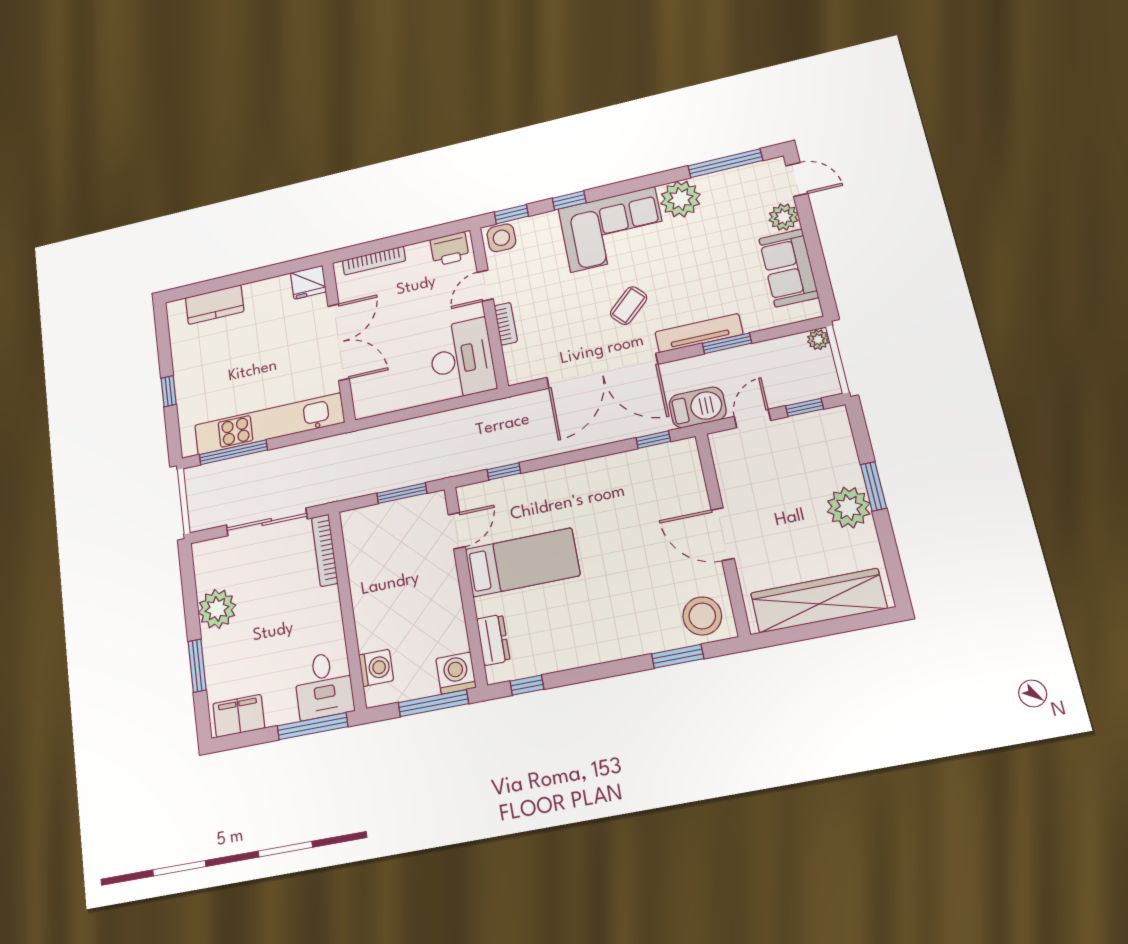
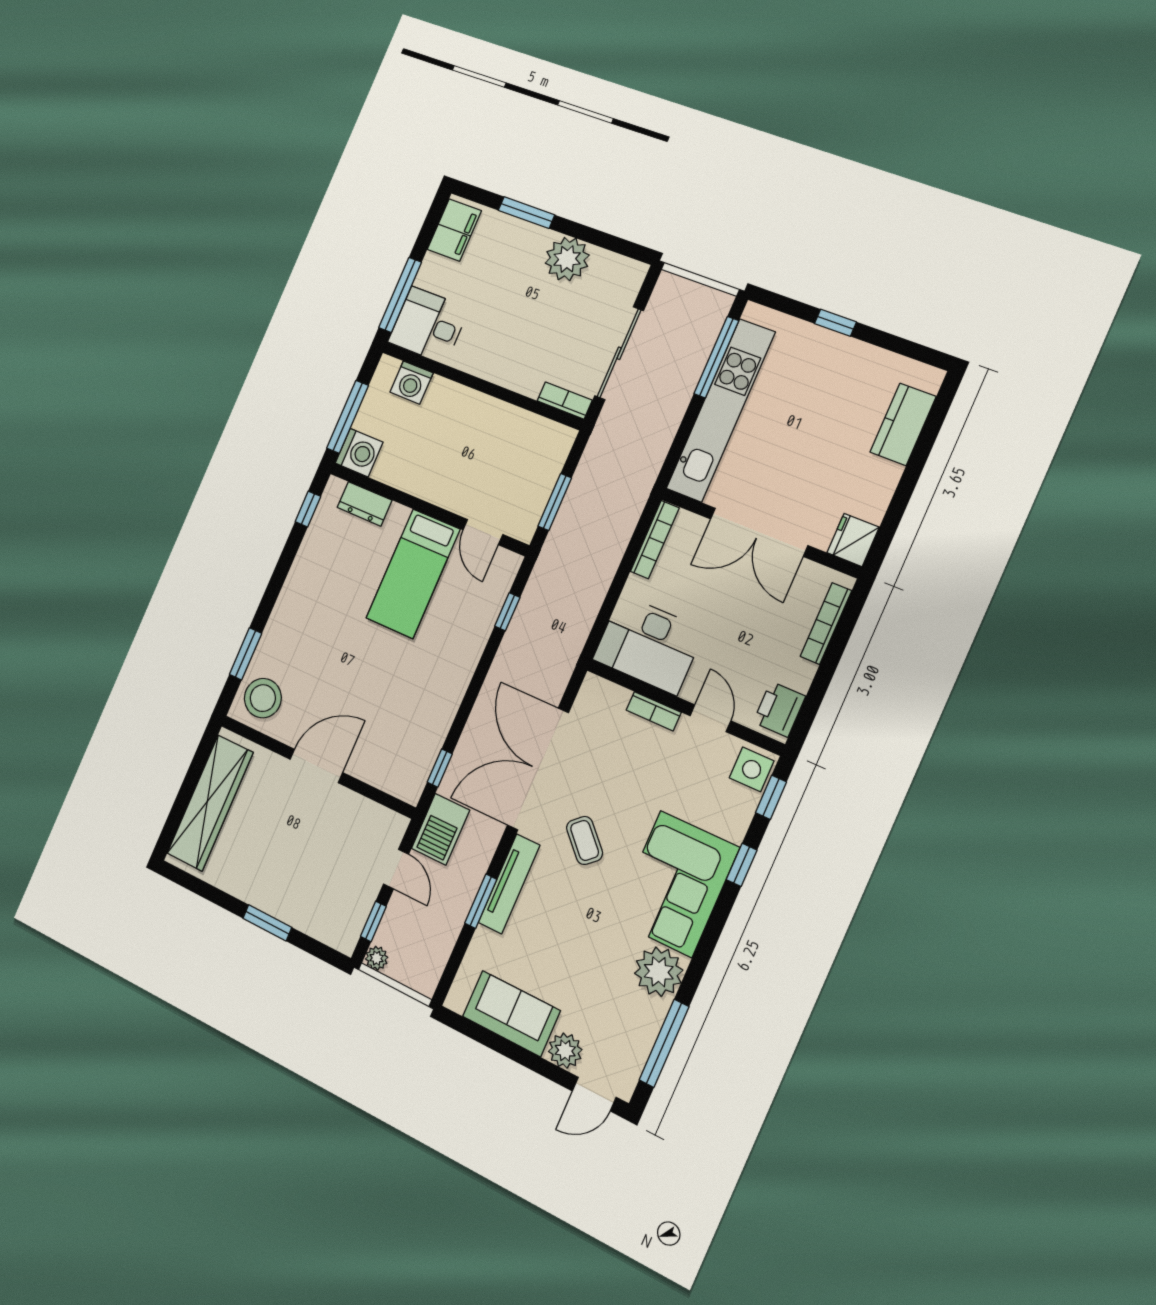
plant: (818, 340) -> (377, 958), moved
bookcase: (386, 405) -> (655, 540), added
plant: (849, 507) -> (265, 888), removed
bookcase: (325, 550) -> (565, 401), width x0.64

